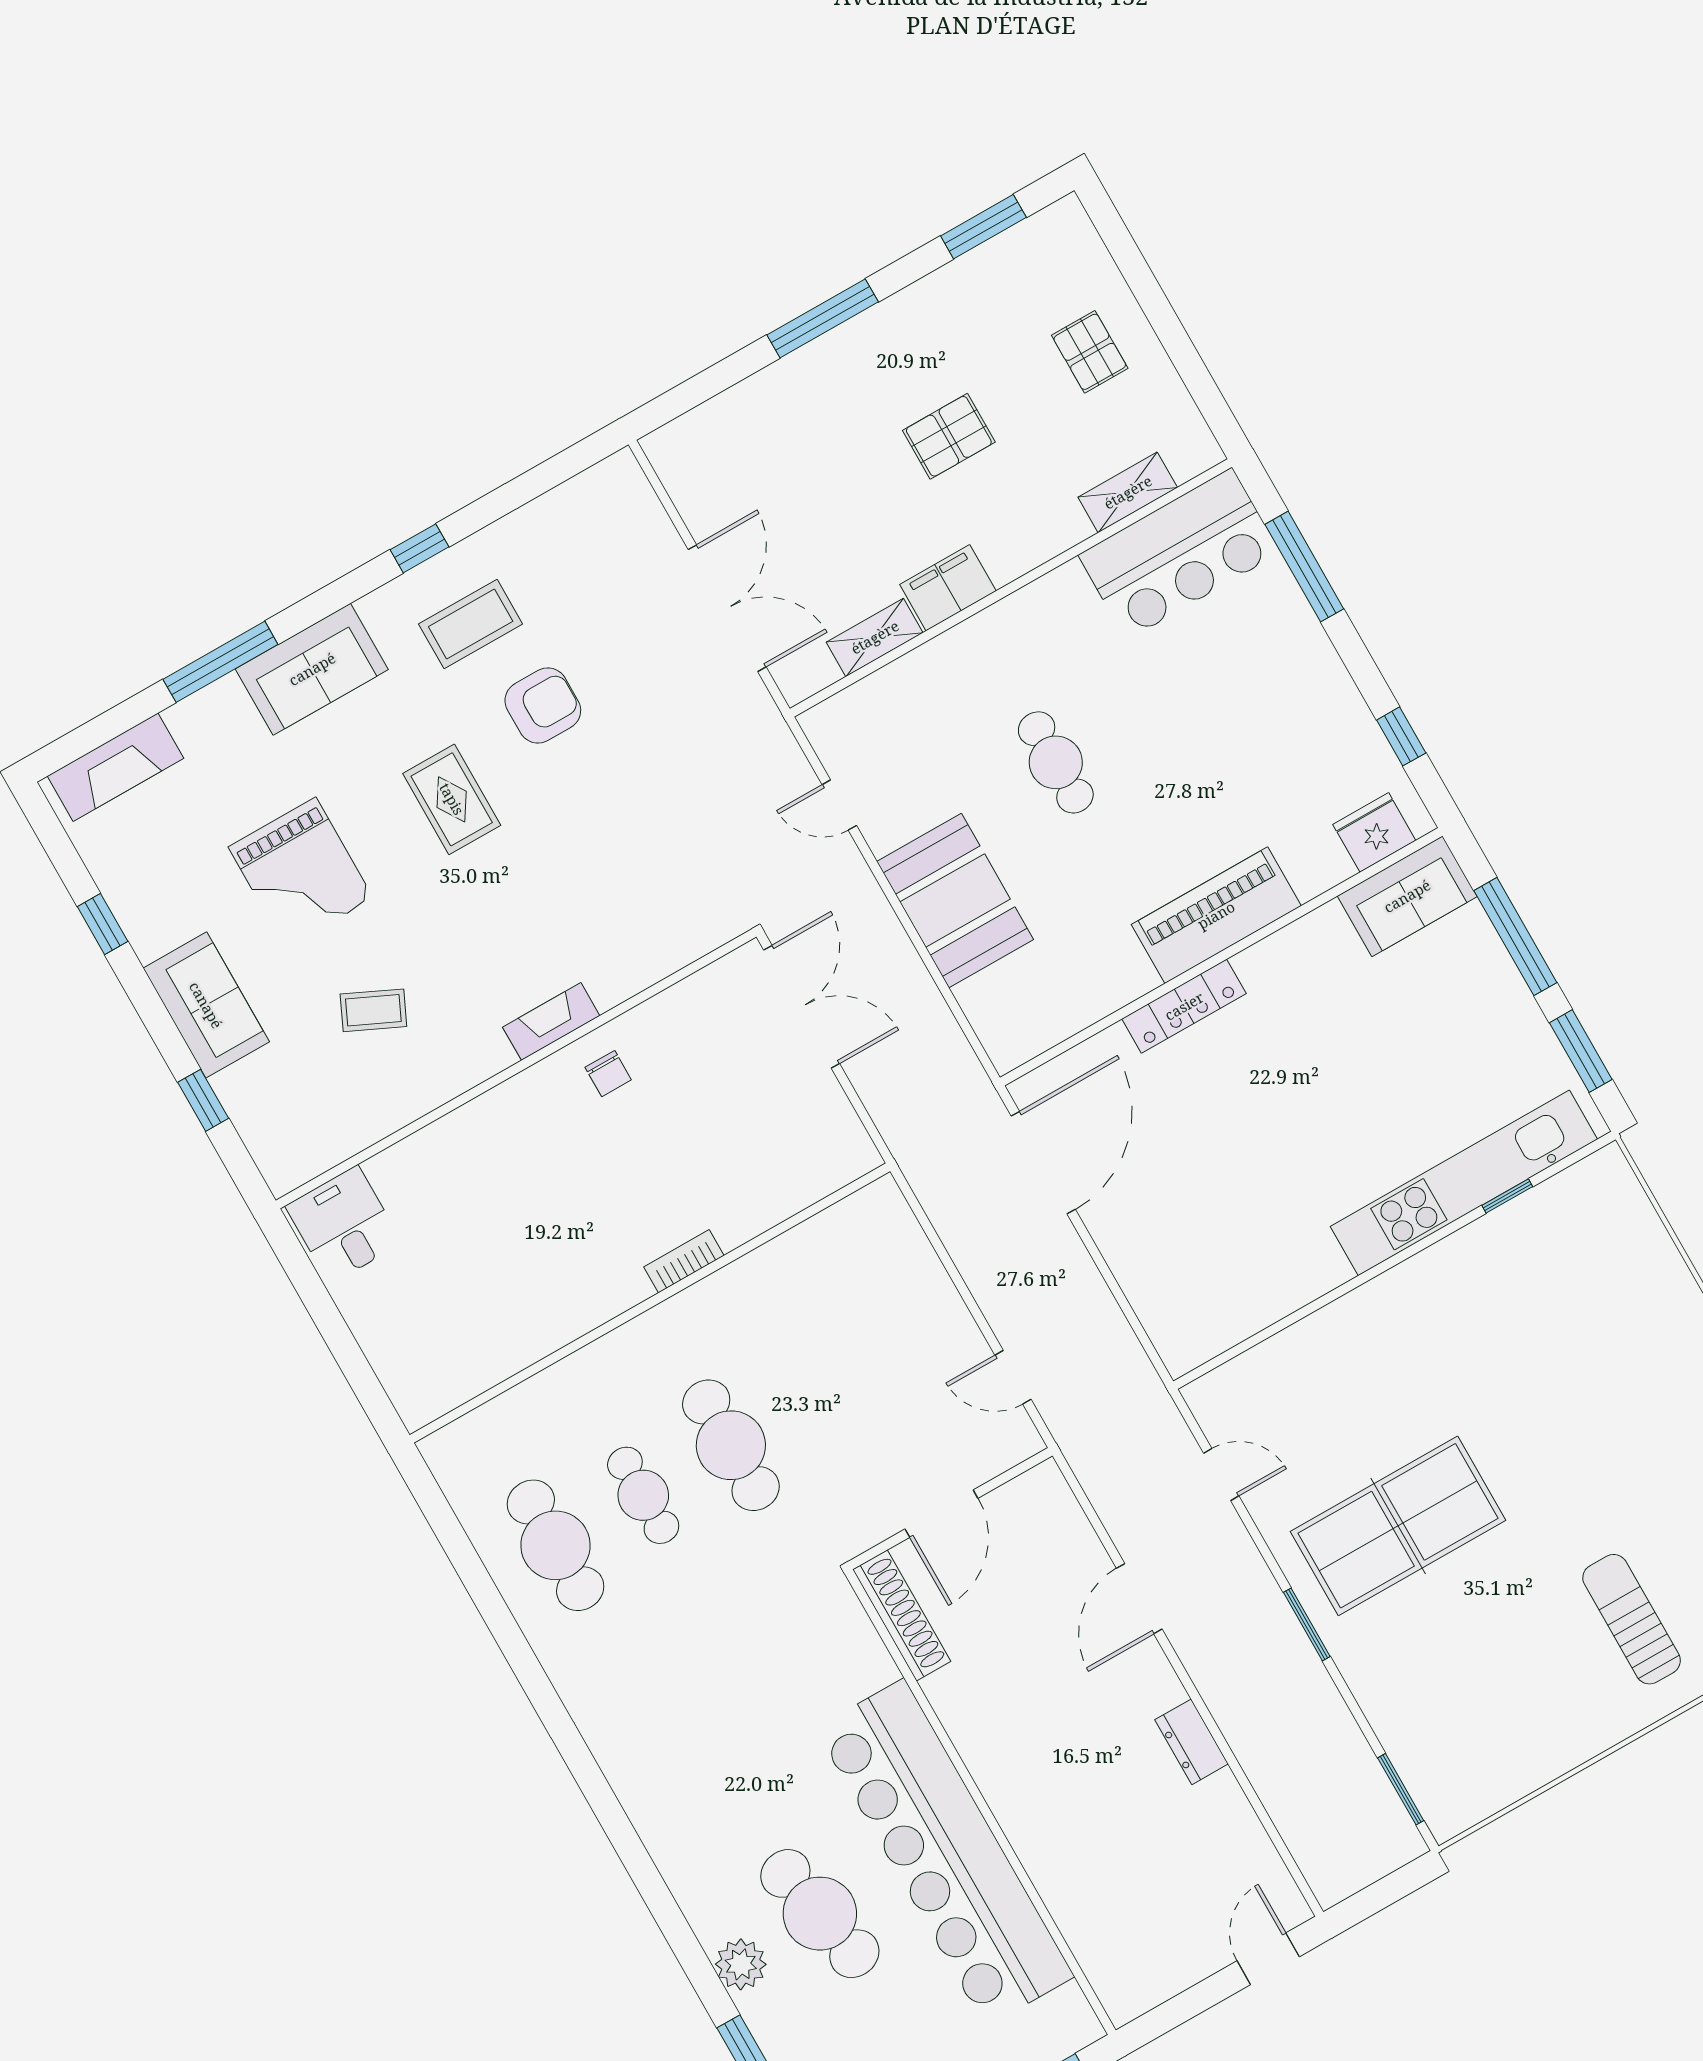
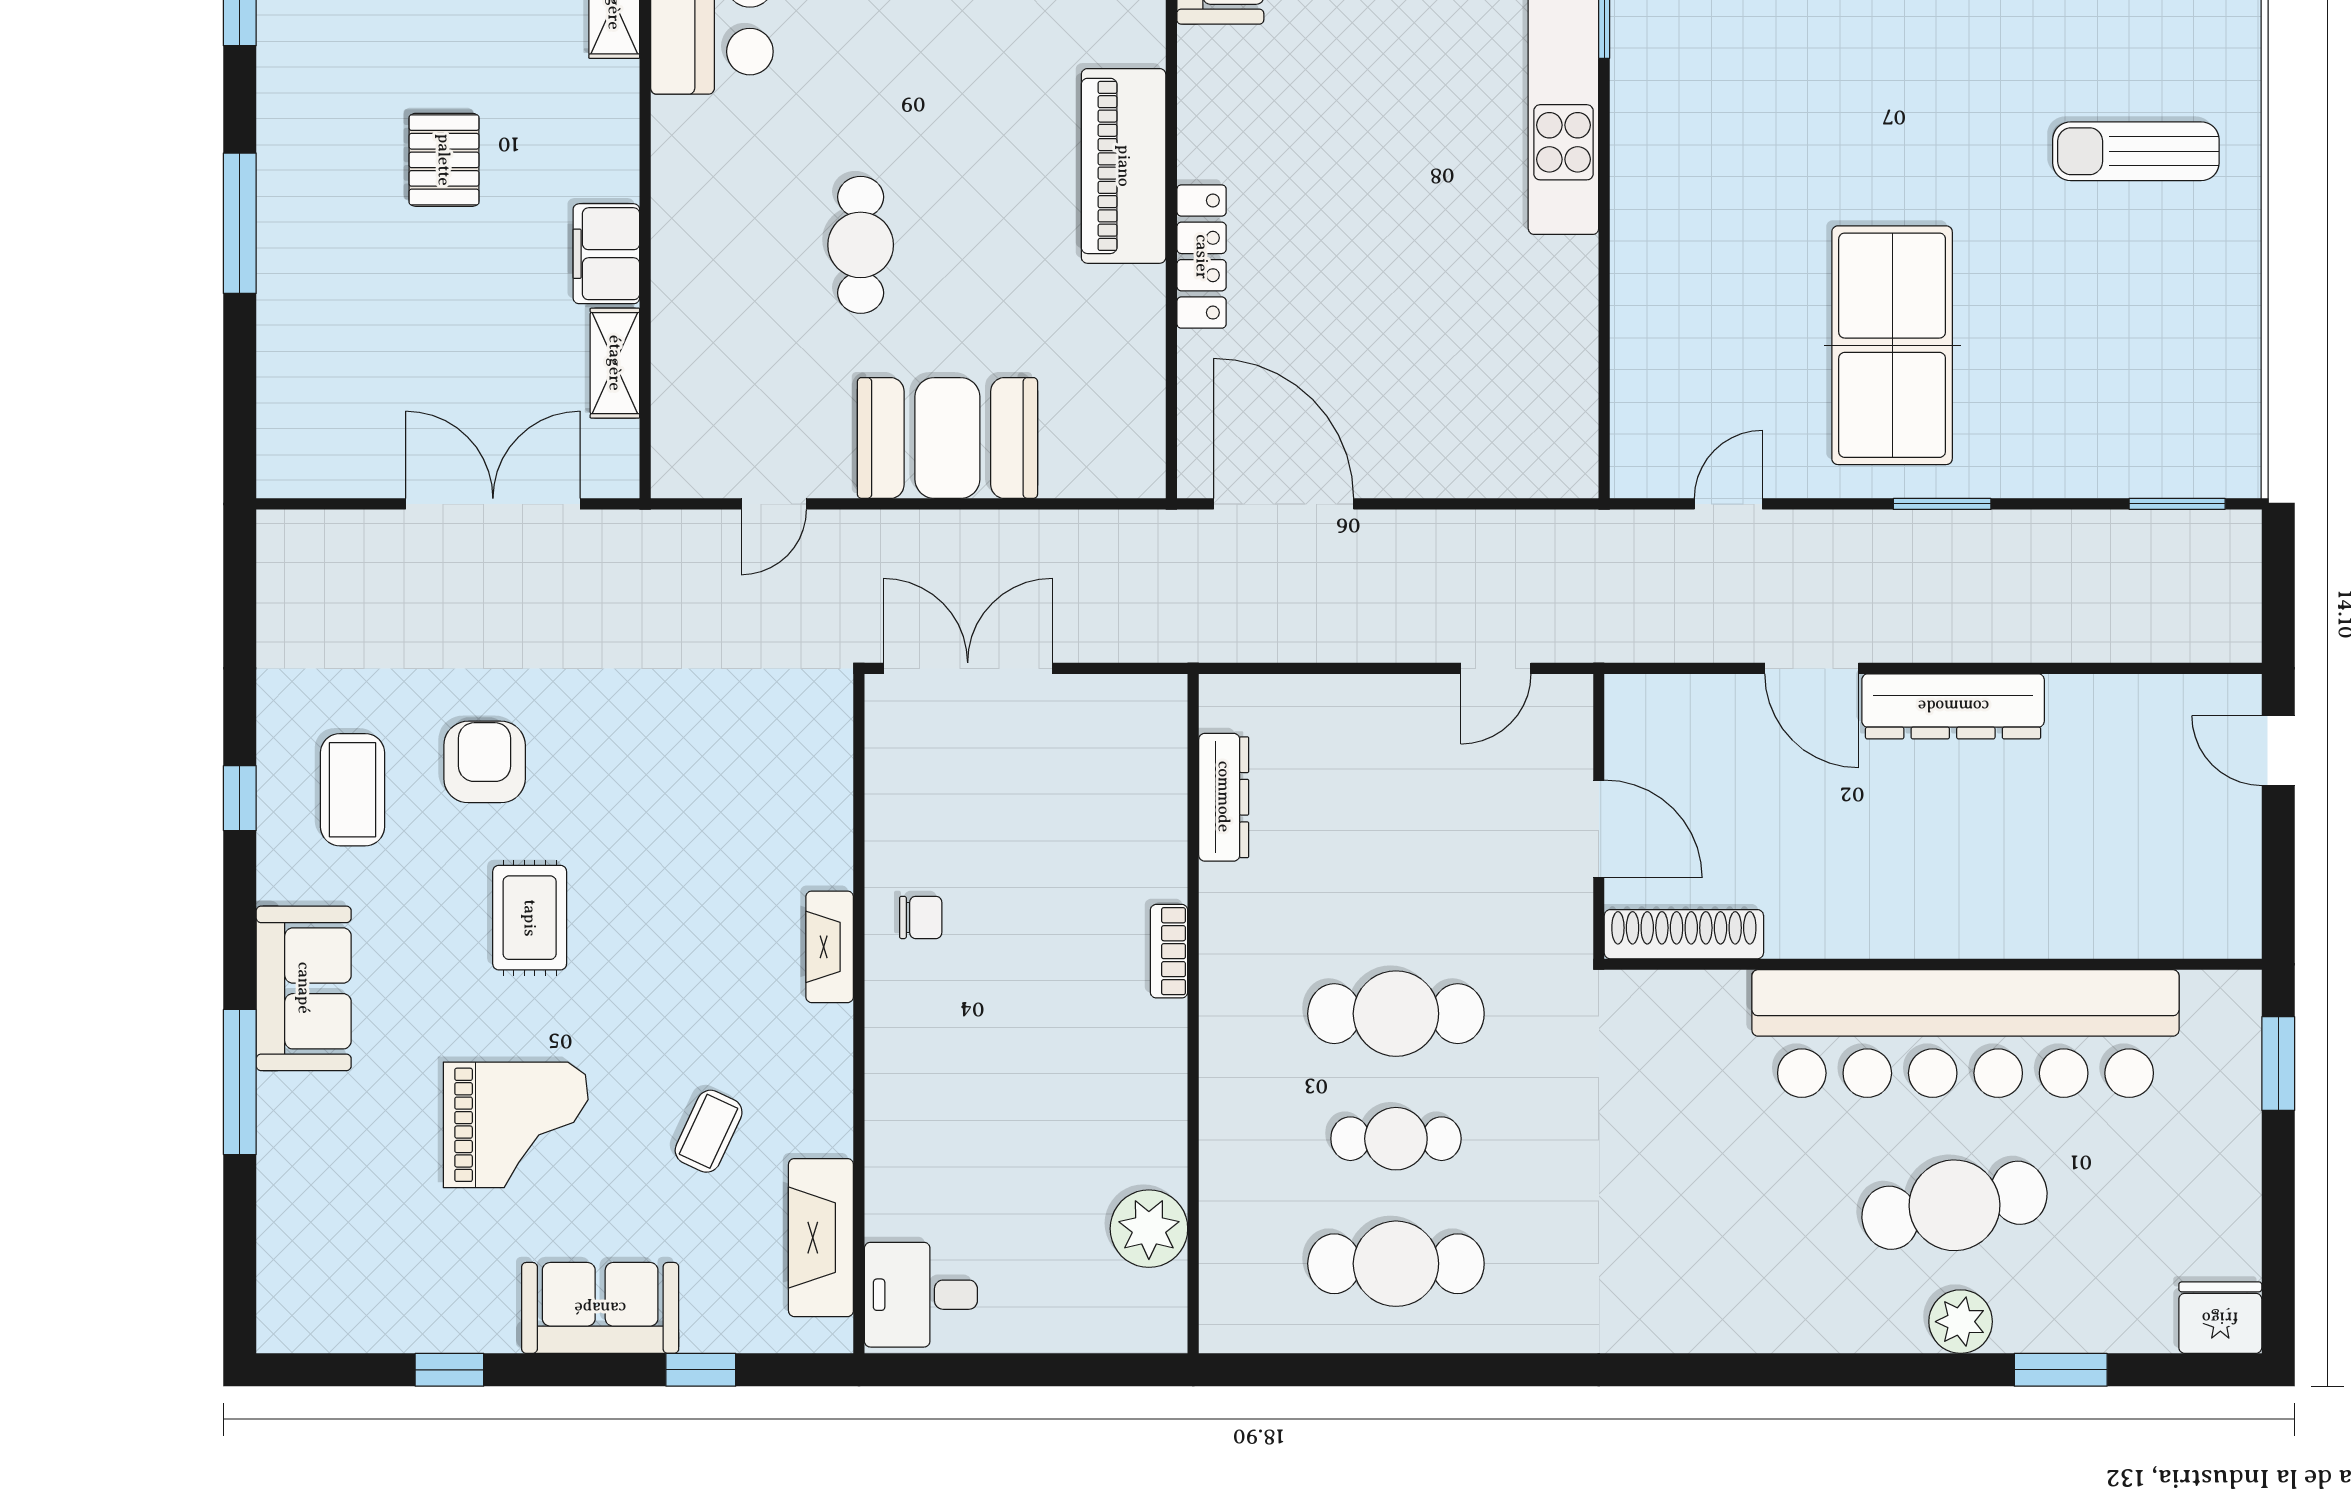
cafe table: (1056, 762) -> (861, 245), turned 90
fireplace: (116, 767) -> (821, 1238), moved, turned 180
rug: (452, 799) -> (530, 918), turned 90
dresser: (814, 1238) -> (1224, 797), added
plant: (481, 1358) -> (1149, 1229), added
dresser: (1192, 1742) -> (1953, 706), width x1.96, depth x1.24

